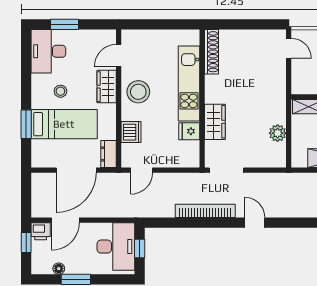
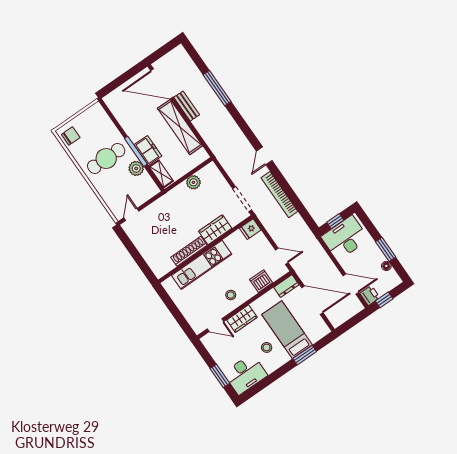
shoe rack: (211, 52) -> (189, 251), moved
stool: (138, 92) -> (231, 295), width x0.53, depth x0.53
fridge: (189, 131) -> (250, 229), moved, turned 90

